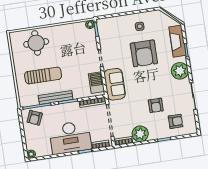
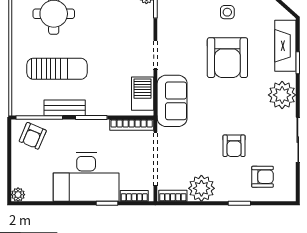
bench: (56, 97) -> (65, 108), width x0.73

